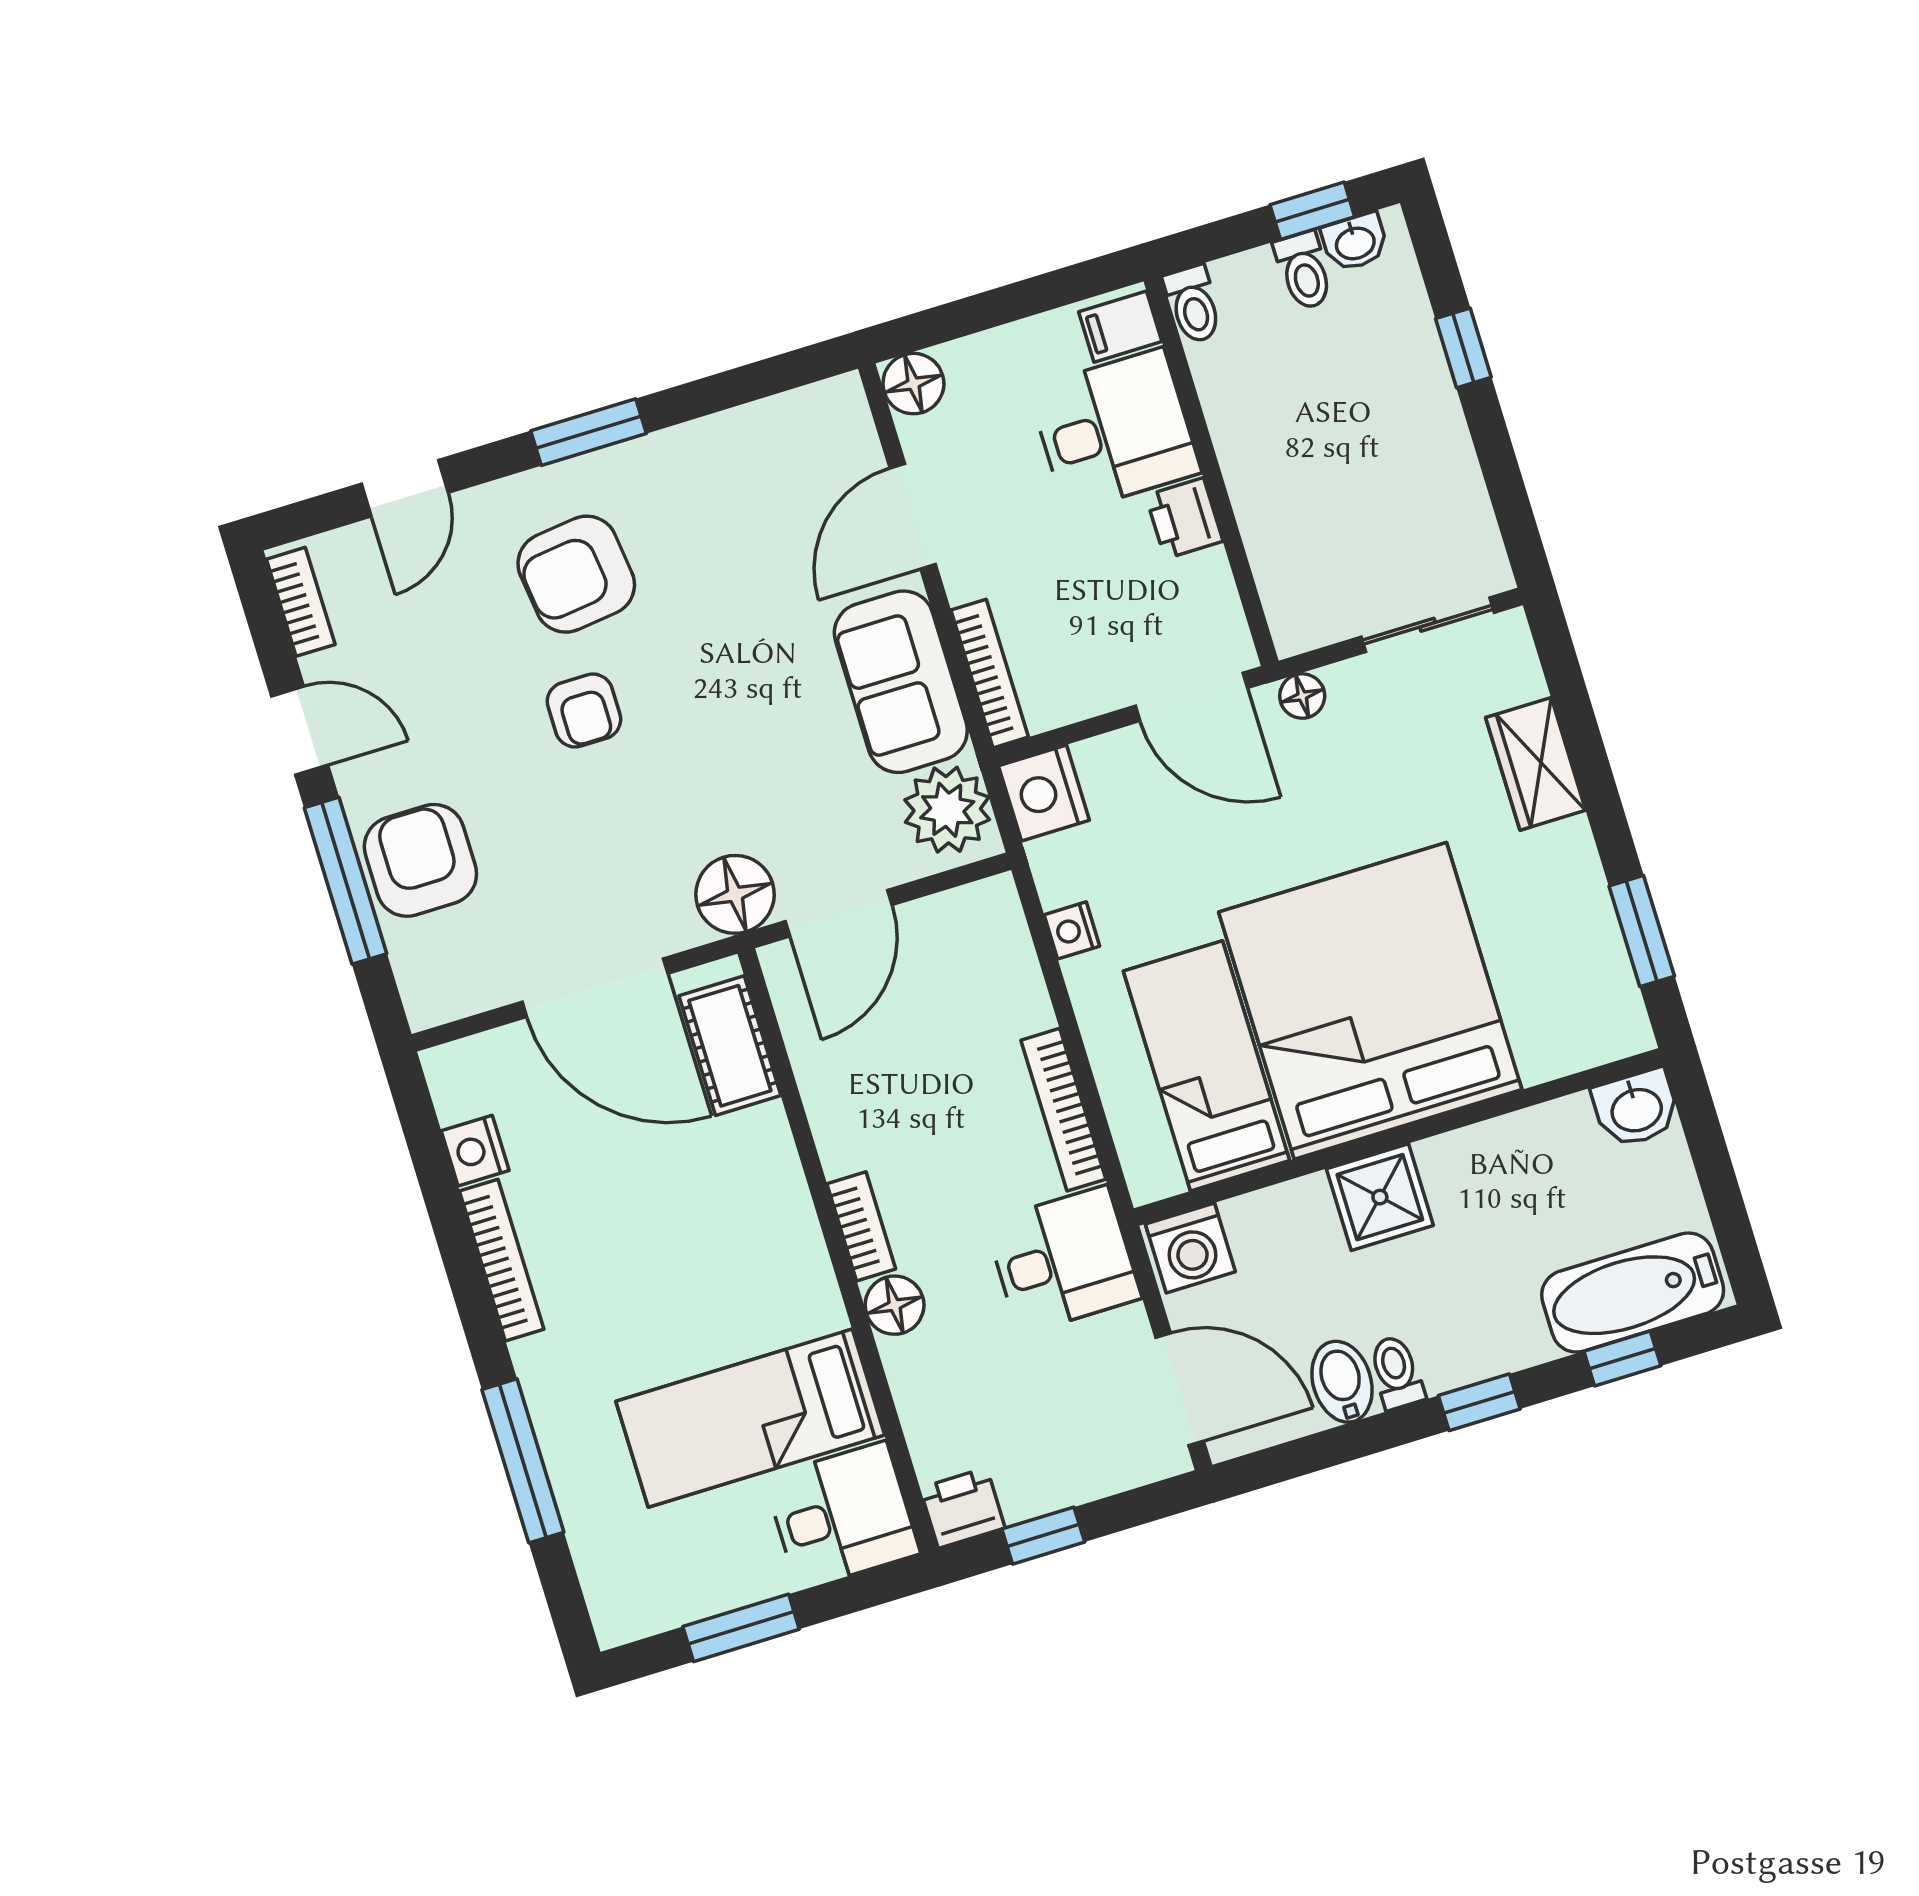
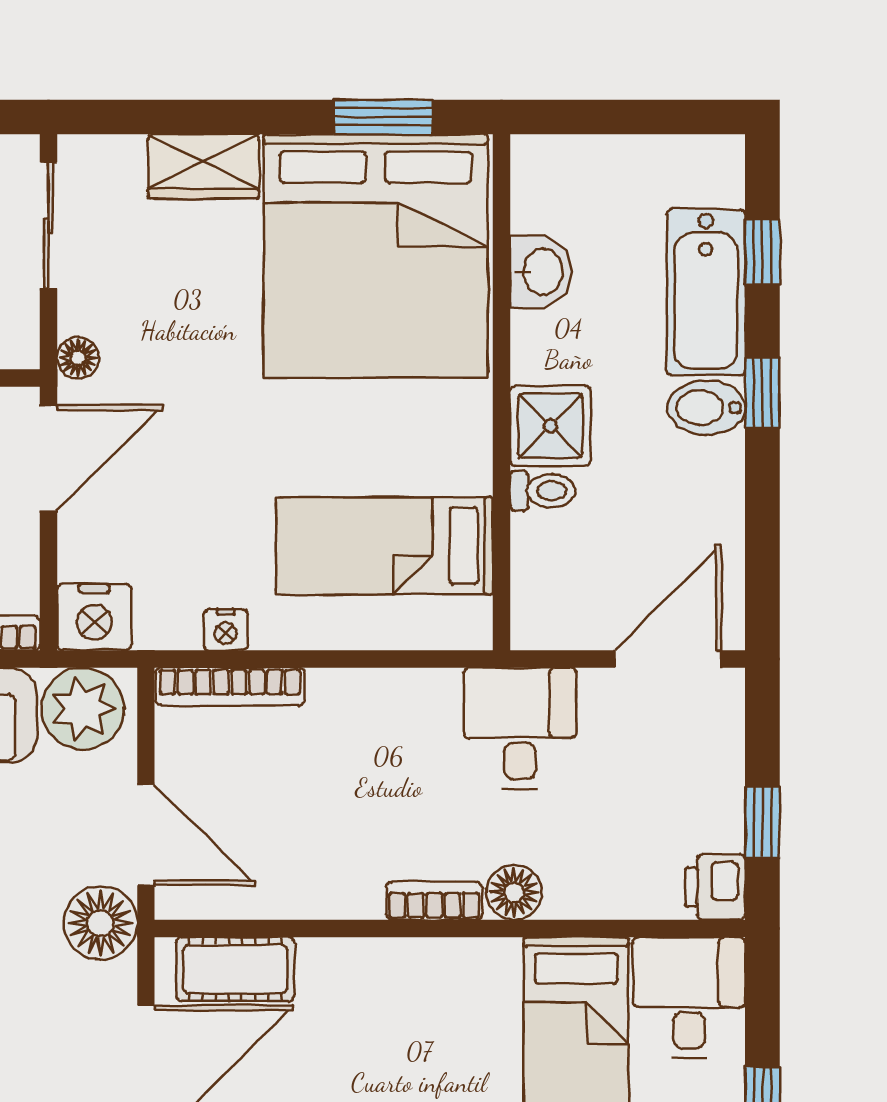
bed: (1370, 1001) -> (376, 256), moved, turned -90
washbasin: (1636, 1108) -> (541, 272), moved
bookcase: (1063, 1110) -> (230, 687), moved
washing machine: (1190, 1248) -> (544, 610), removed
bathtub: (1633, 1293) -> (706, 293), moved
toilet: (1396, 1372) -> (543, 491), moved, turned 180
bidet: (1342, 1382) -> (706, 408), moved

